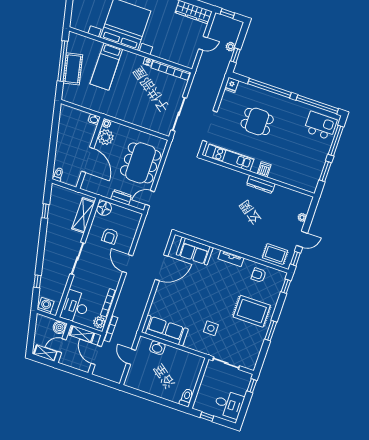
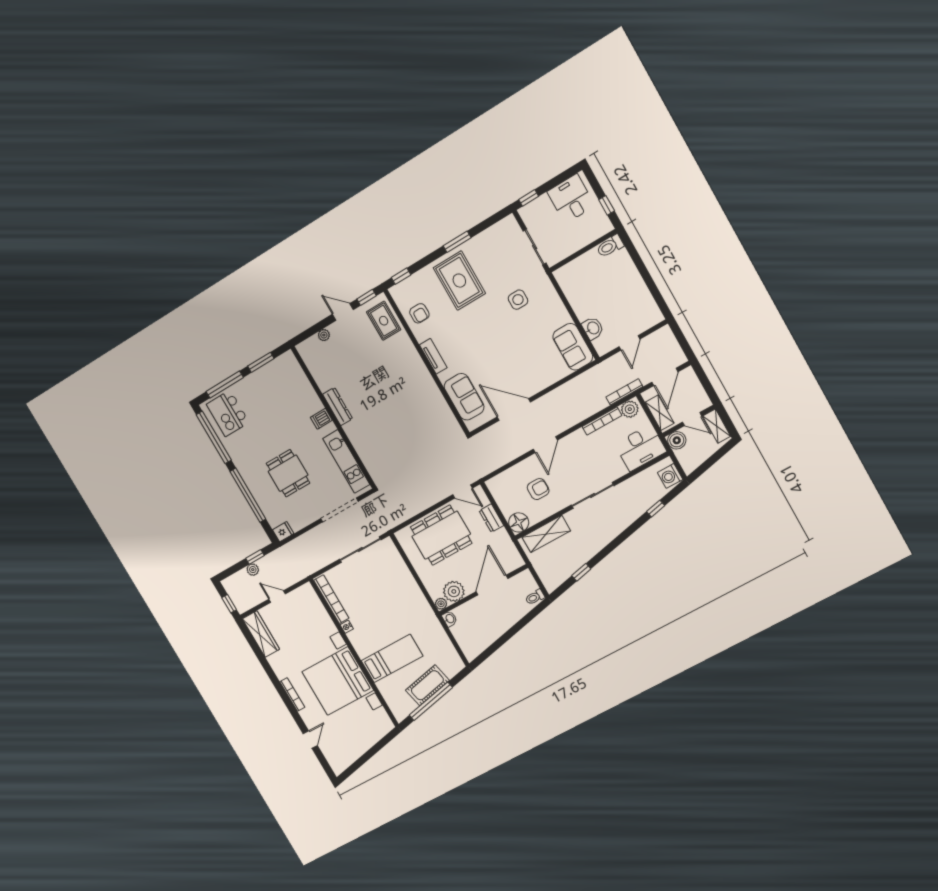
sofa: (165, 331) -> (573, 347), width x0.73

